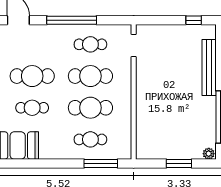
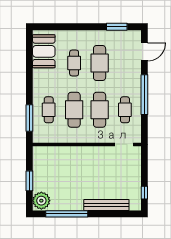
plant: (209, 154) -> (41, 201), width x1.88, depth x1.88

